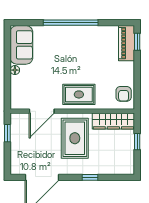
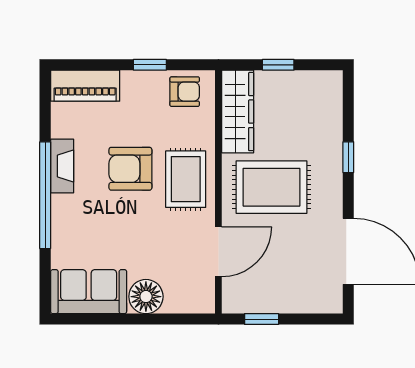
fireplace: (86, 31) -> (62, 166), added
window: (137, 42) -> (150, 65), moved
armchair: (84, 66) -> (130, 169), added
floor lamp: (15, 70) -> (146, 297), width x1.89, depth x1.89
door: (42, 111) -> (218, 252), hinge flipped

